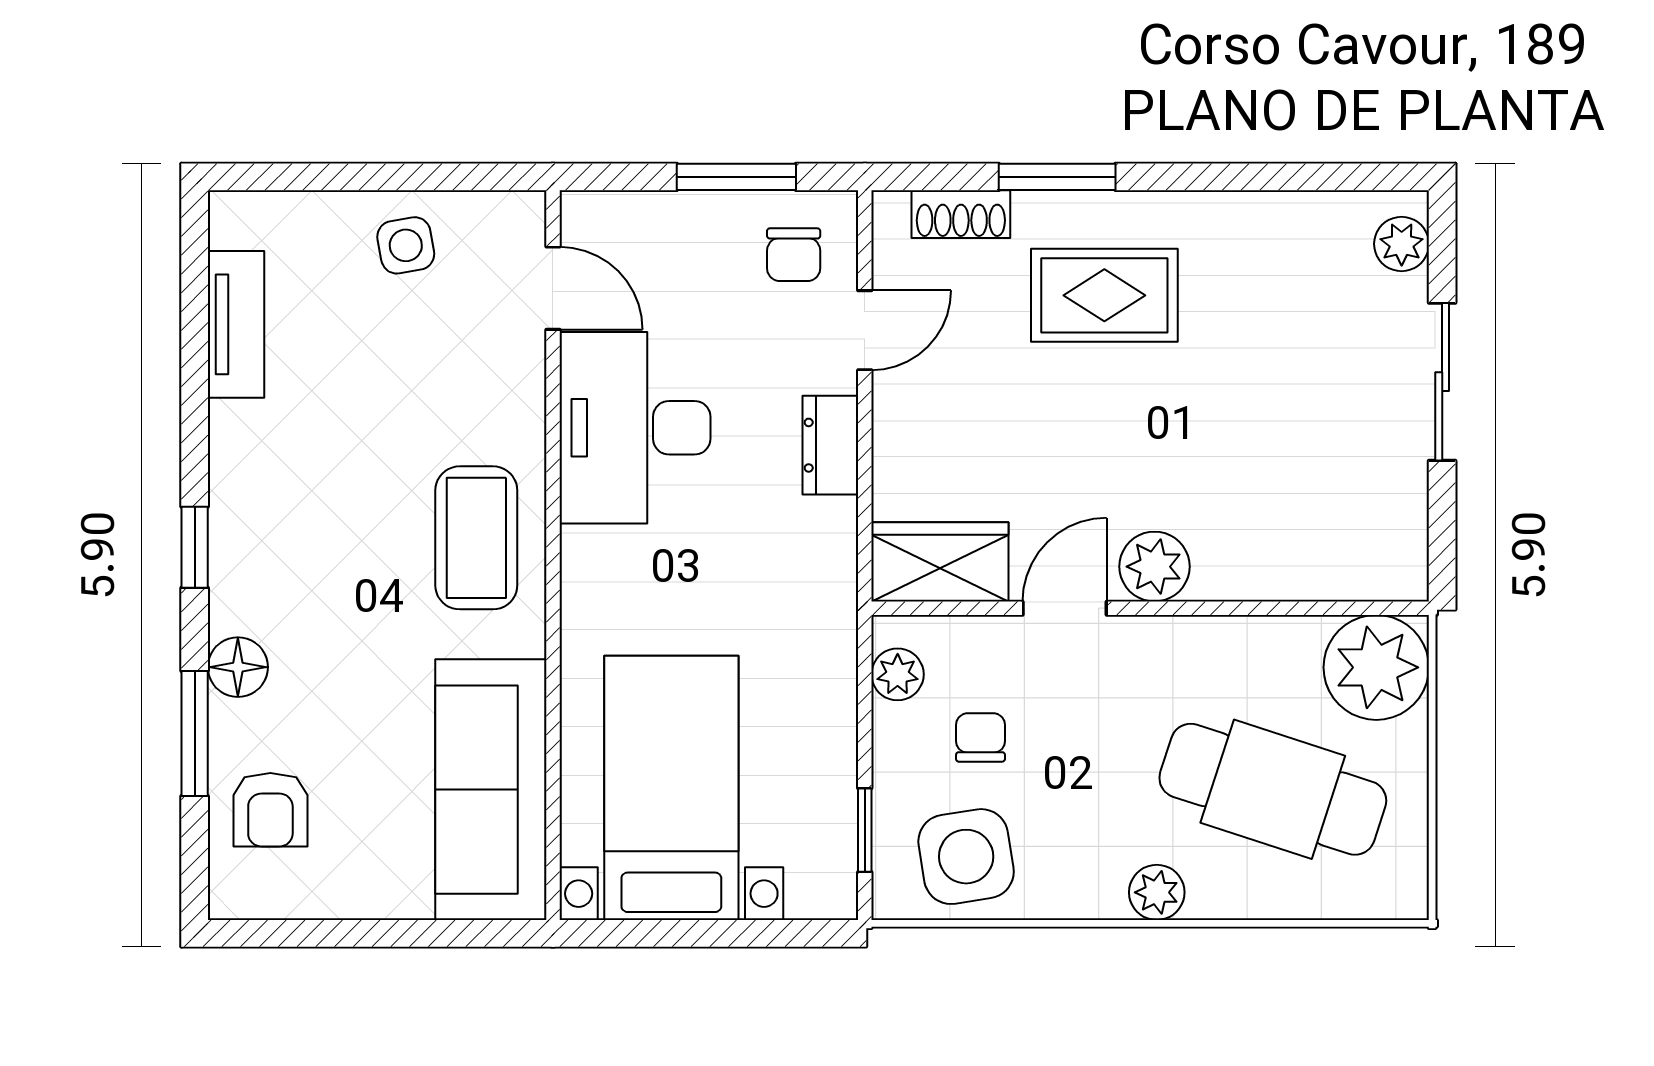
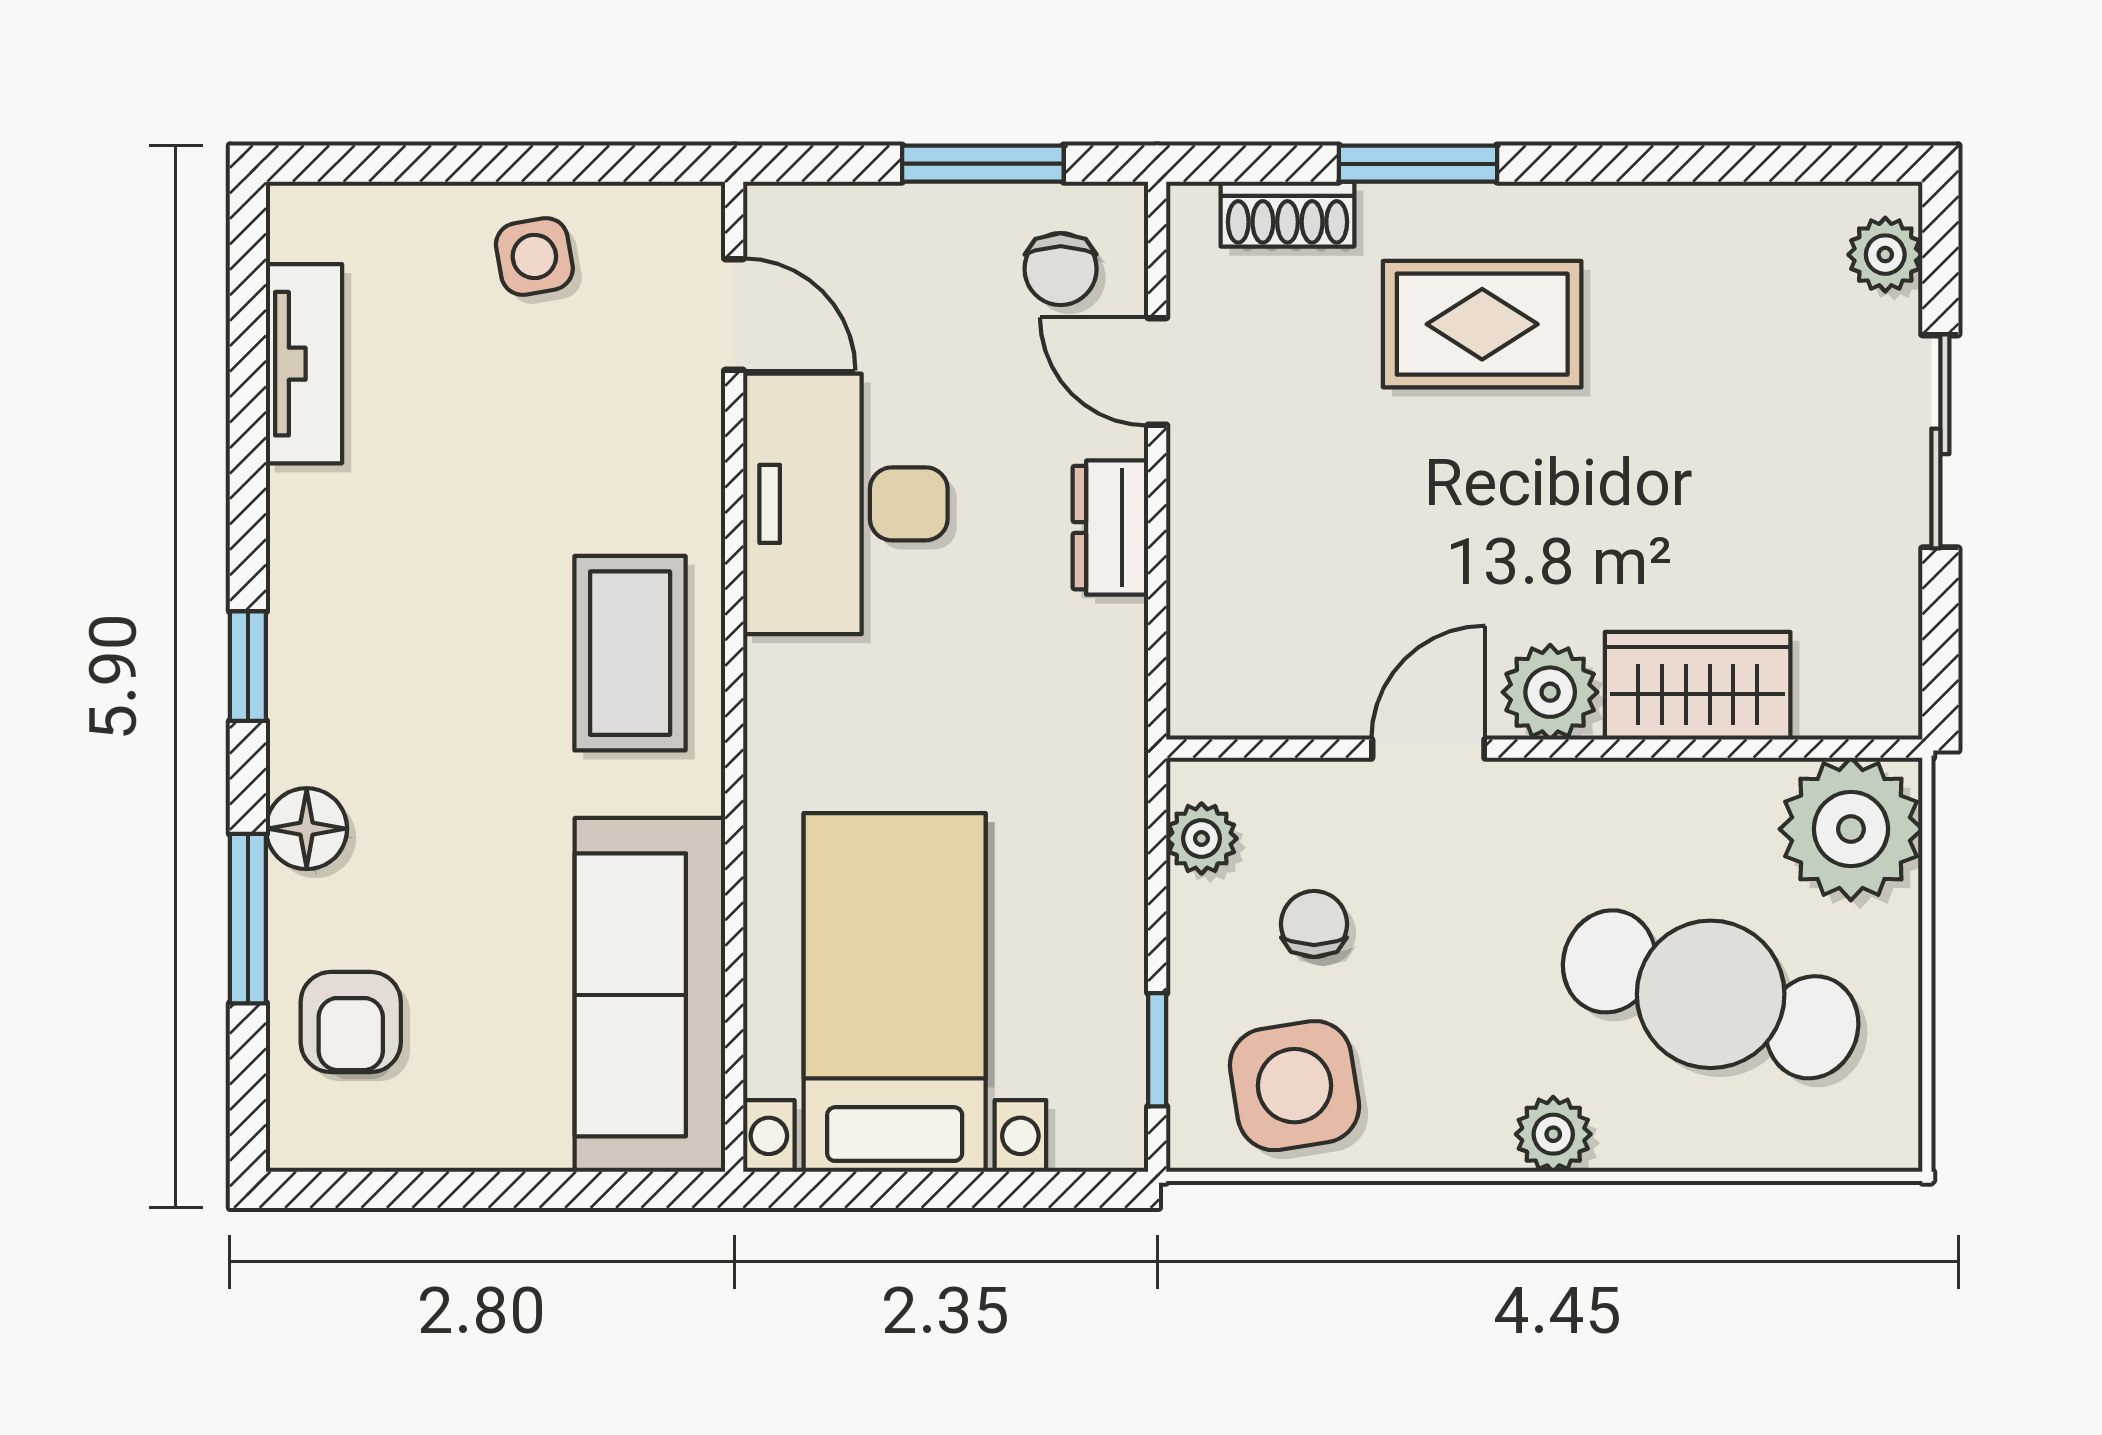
door: (865, 330) -> (1157, 371), swing flipped
wardrobe: (940, 562) -> (1698, 686), moved

